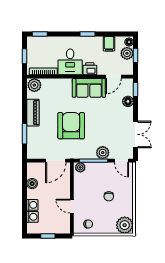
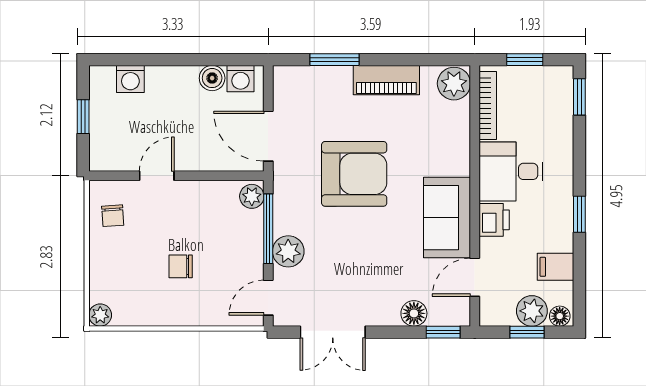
door: (113, 77) -> (475, 277), hinge flipped
washing machine: (32, 205) -> (240, 79), moved
plant: (125, 225) -> (100, 315), width x0.53, depth x0.53

